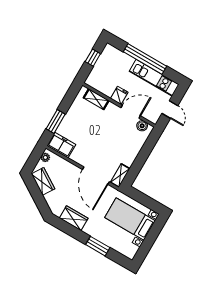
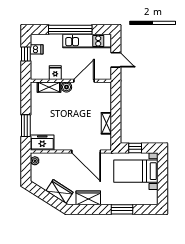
dishwasher: (105, 59) -> (37, 49), added
fridge: (119, 95) -> (55, 73), moved
boiler: (142, 126) -> (66, 87), moved
shelving: (120, 176) -> (106, 123), moved
wardrobe: (43, 181) -> (60, 192), moved
window: (141, 198) -> (135, 148), added

